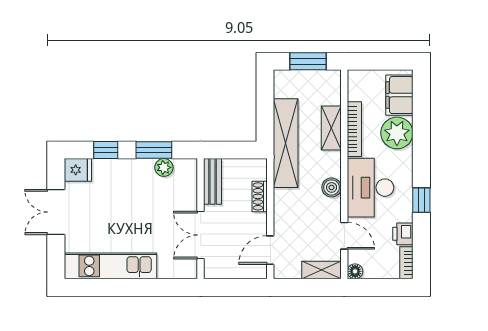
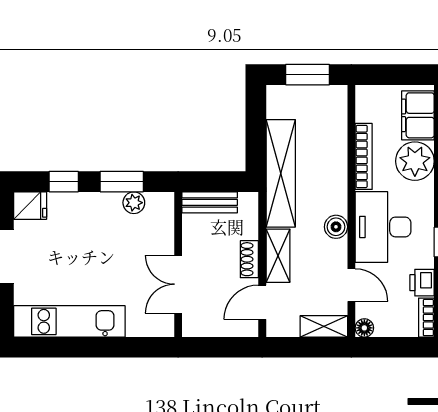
shelving: (331, 128) -> (278, 256), moved
bench: (213, 181) -> (210, 202), moved, turned 90
shoe rack: (260, 196) -> (249, 259), moved

